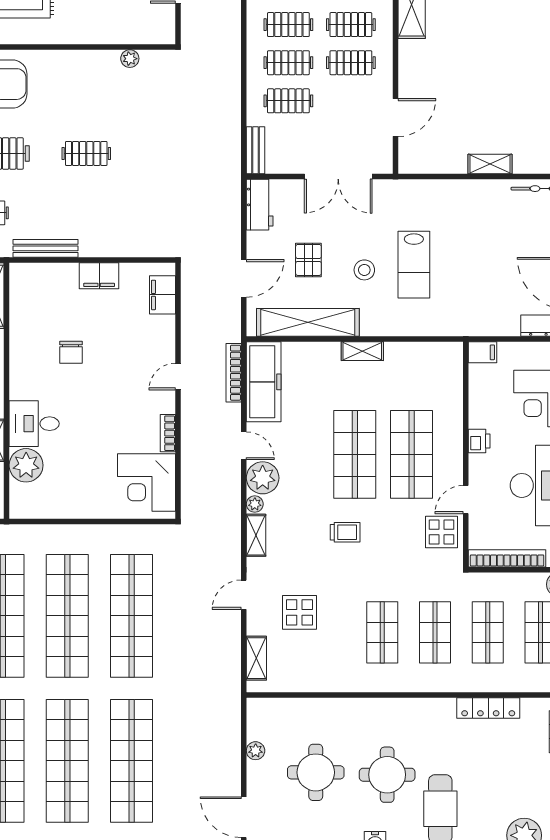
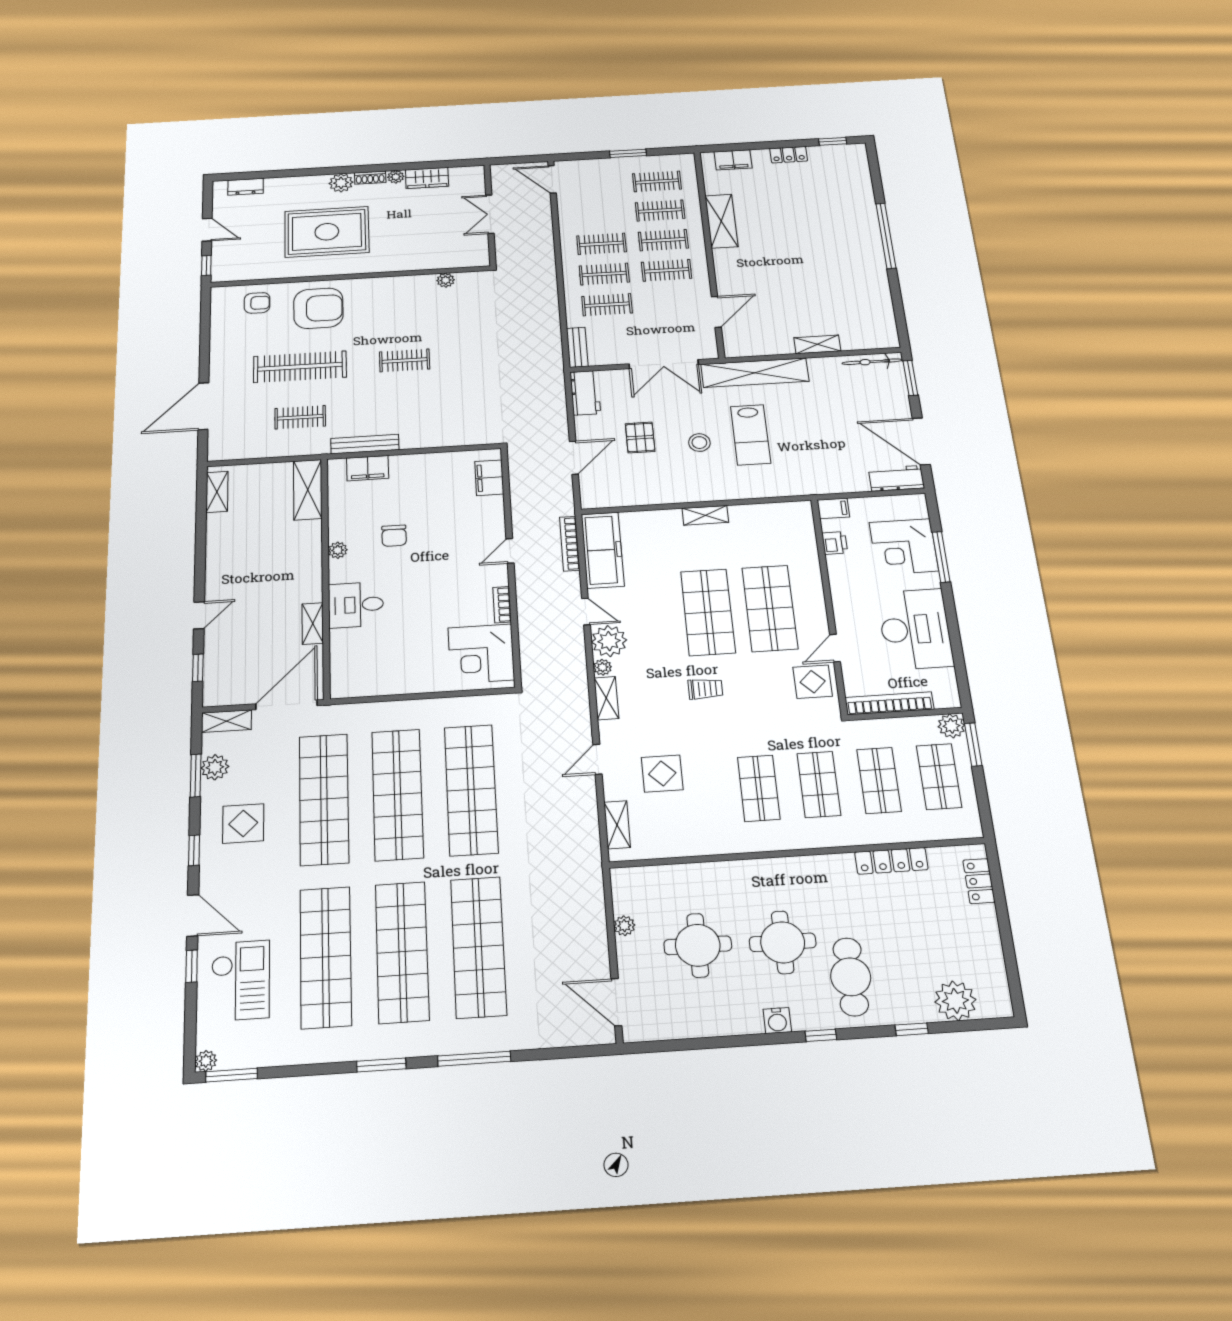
filing cabinet: (99, 276) -> (368, 468), moved
shelving: (308, 322) -> (755, 373), moved
printer: (479, 441) -> (835, 543), moved
plant: (26, 465) -> (338, 550), moved, width x0.53, depth x0.53

